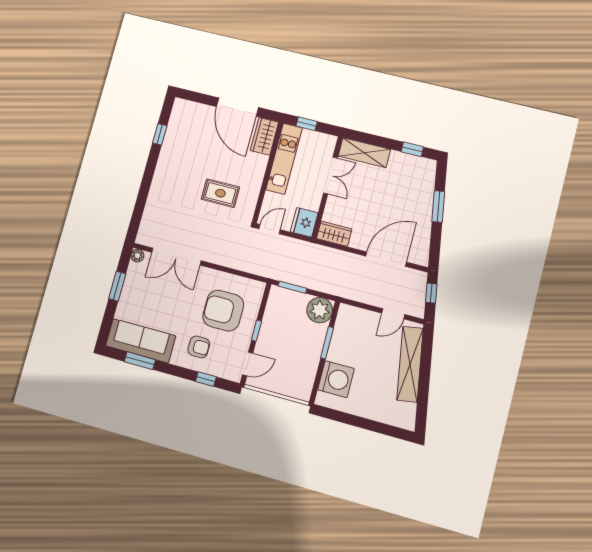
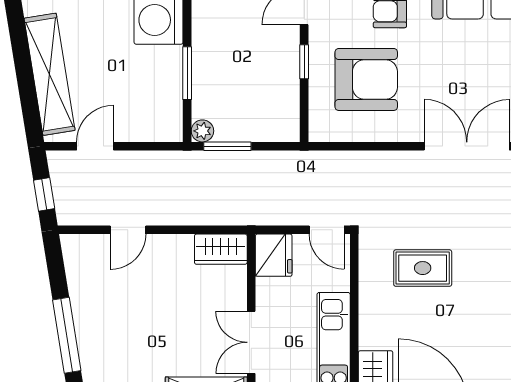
window: (438, 206) -> (67, 335), width x1.44
door: (270, 229) -> (327, 230), hinge flipped
door: (386, 259) -> (128, 230), width x0.53
window: (292, 287) -> (227, 146), moved
plant: (320, 310) -> (202, 131), width x0.53, depth x0.53

